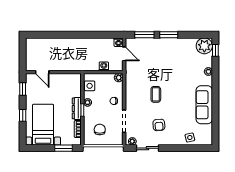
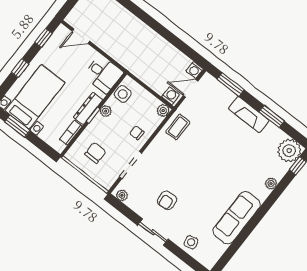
window: (169, 35) -> (272, 116), moved
fireplace: (167, 43) -> (249, 115), added
door: (124, 54) -> (191, 88), swing flipped
washing machine: (104, 66) -> (171, 96), moved
door: (42, 72) -> (81, 36), hinge flipped
desk: (71, 83) -> (103, 74), added
coffee table: (156, 94) -> (178, 127), moved
window: (64, 148) -> (17, 126), moved
sliding door: (148, 148) -> (153, 232), moved

